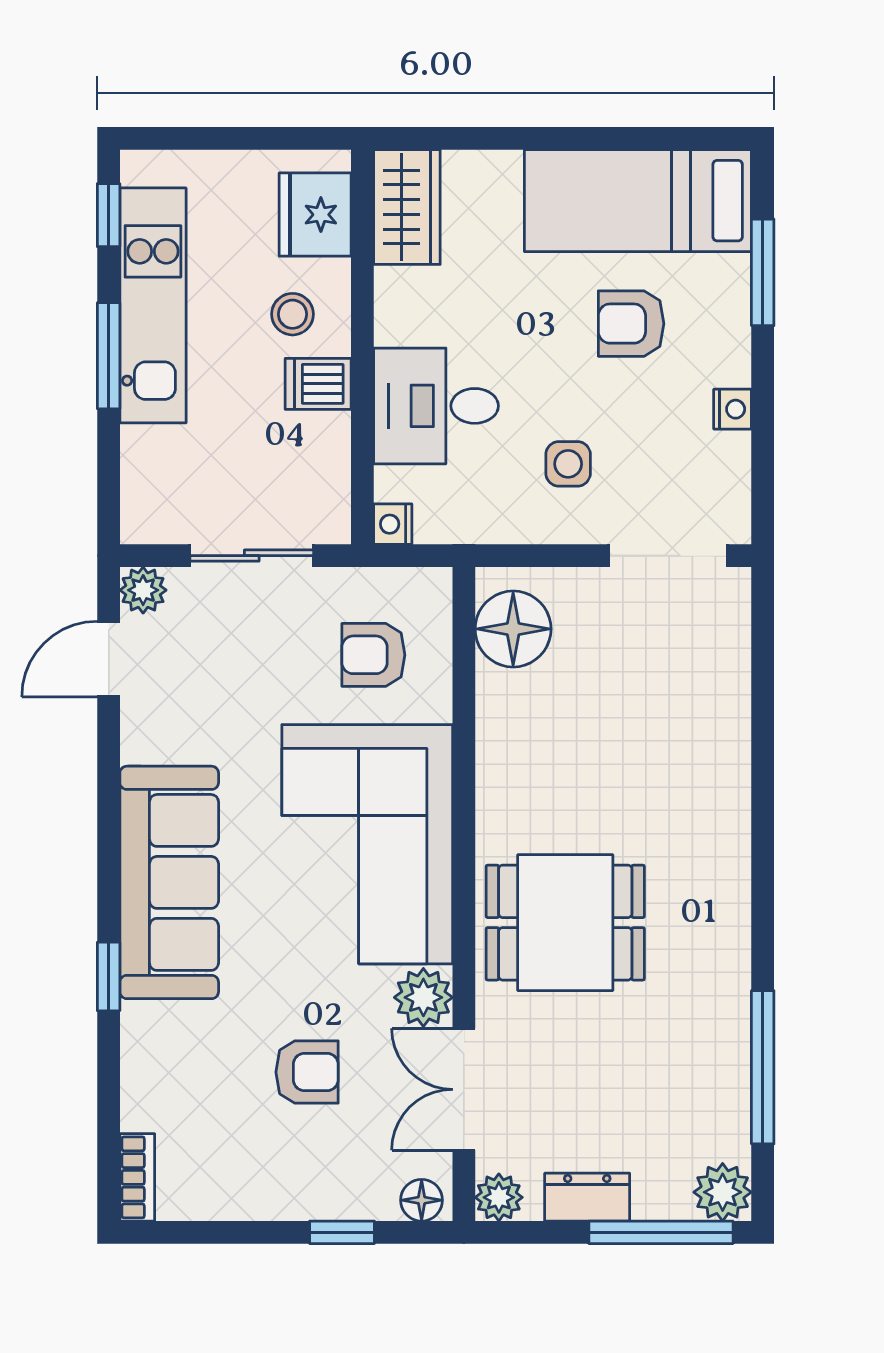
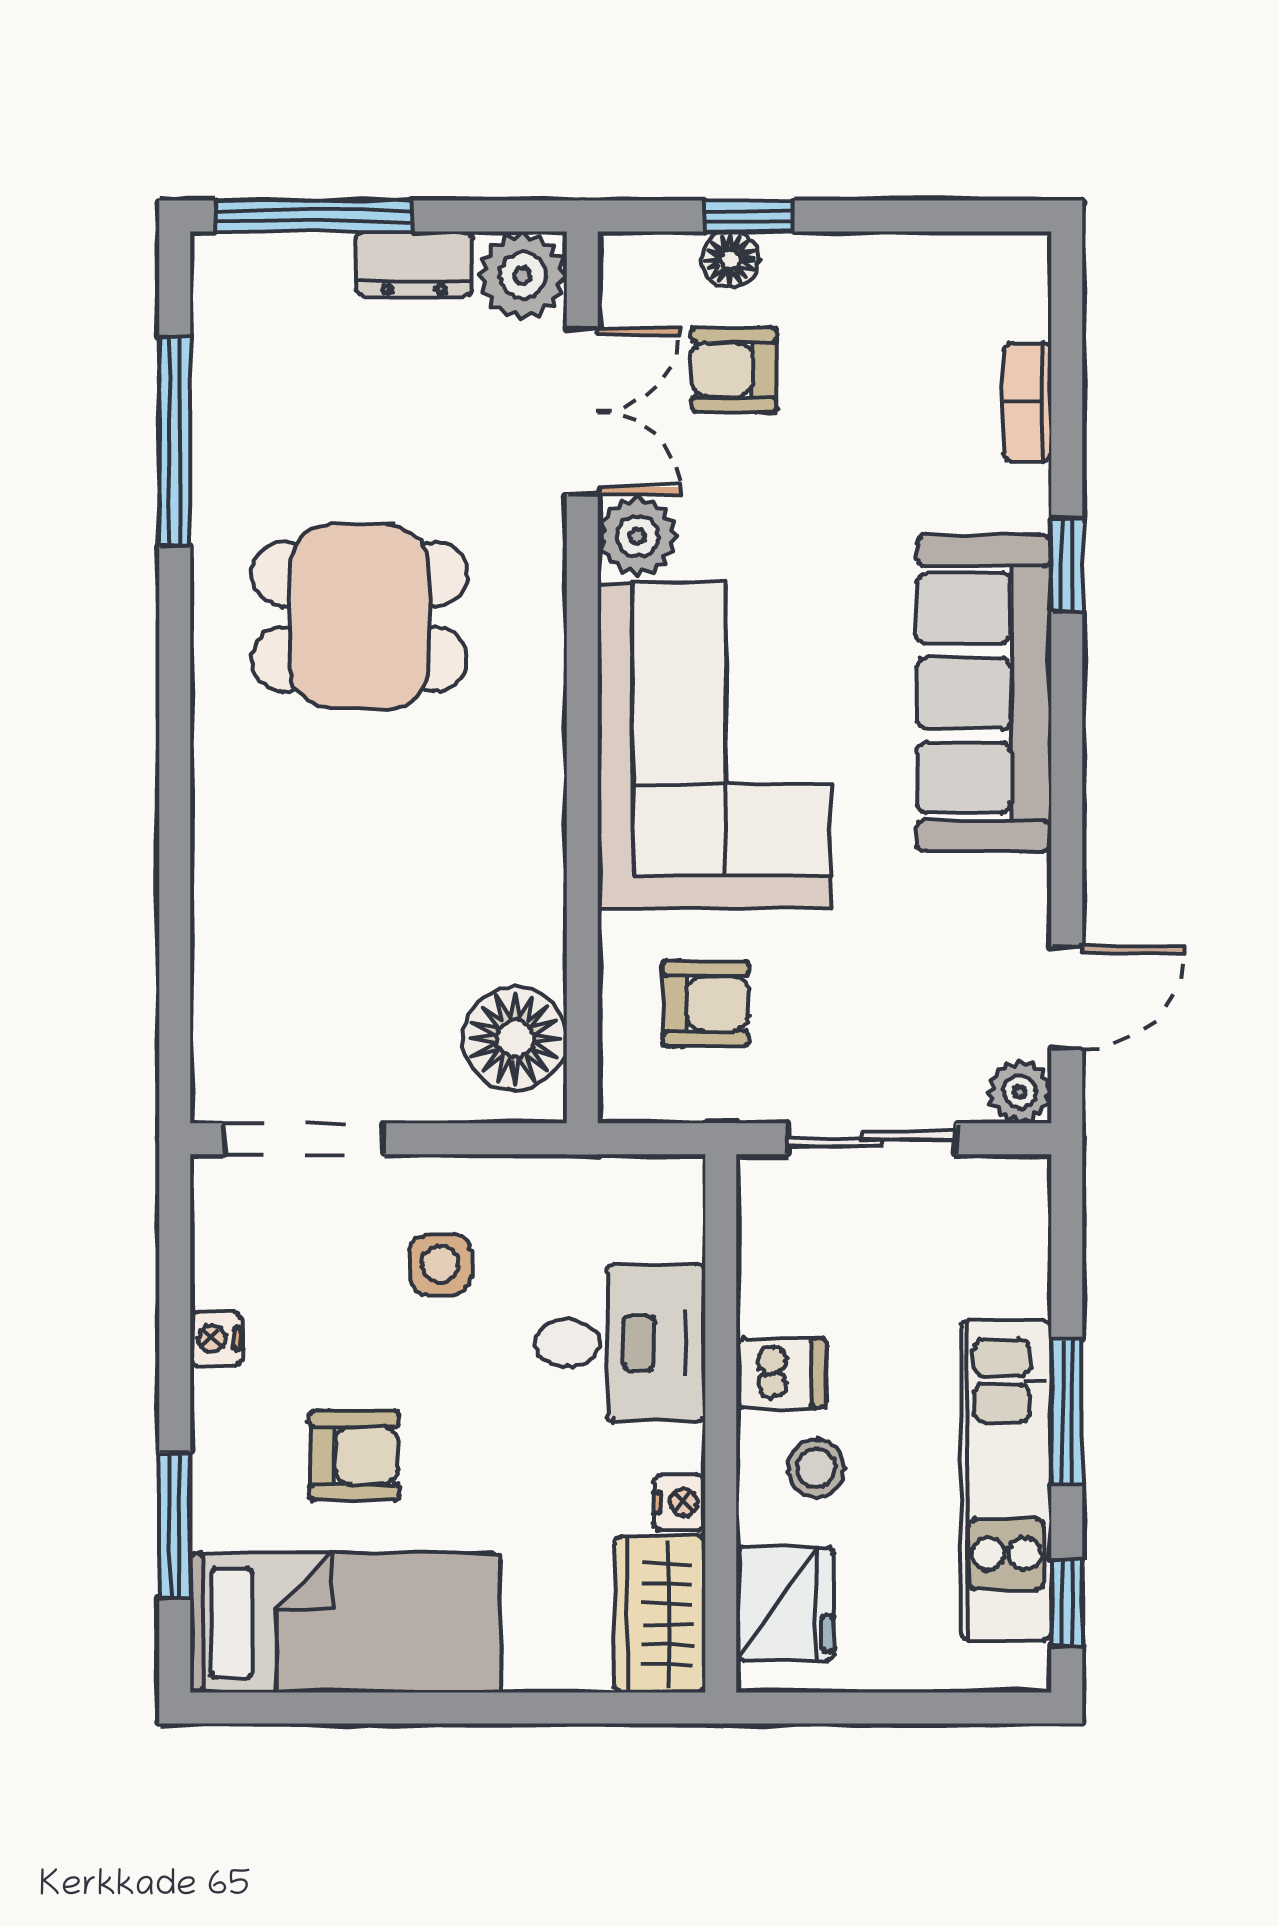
nightstand: (393, 524) -> (679, 1502), moved
dining table: (565, 923) -> (359, 617), moved
armchair: (307, 1072) -> (734, 370), moved
bookcase: (137, 1177) -> (1028, 402), moved
plant: (723, 1192) -> (229, 271), removed
plant: (499, 1197) -> (522, 276), width x1.38, depth x1.38
floor lamp: (422, 1200) -> (730, 260), moved

